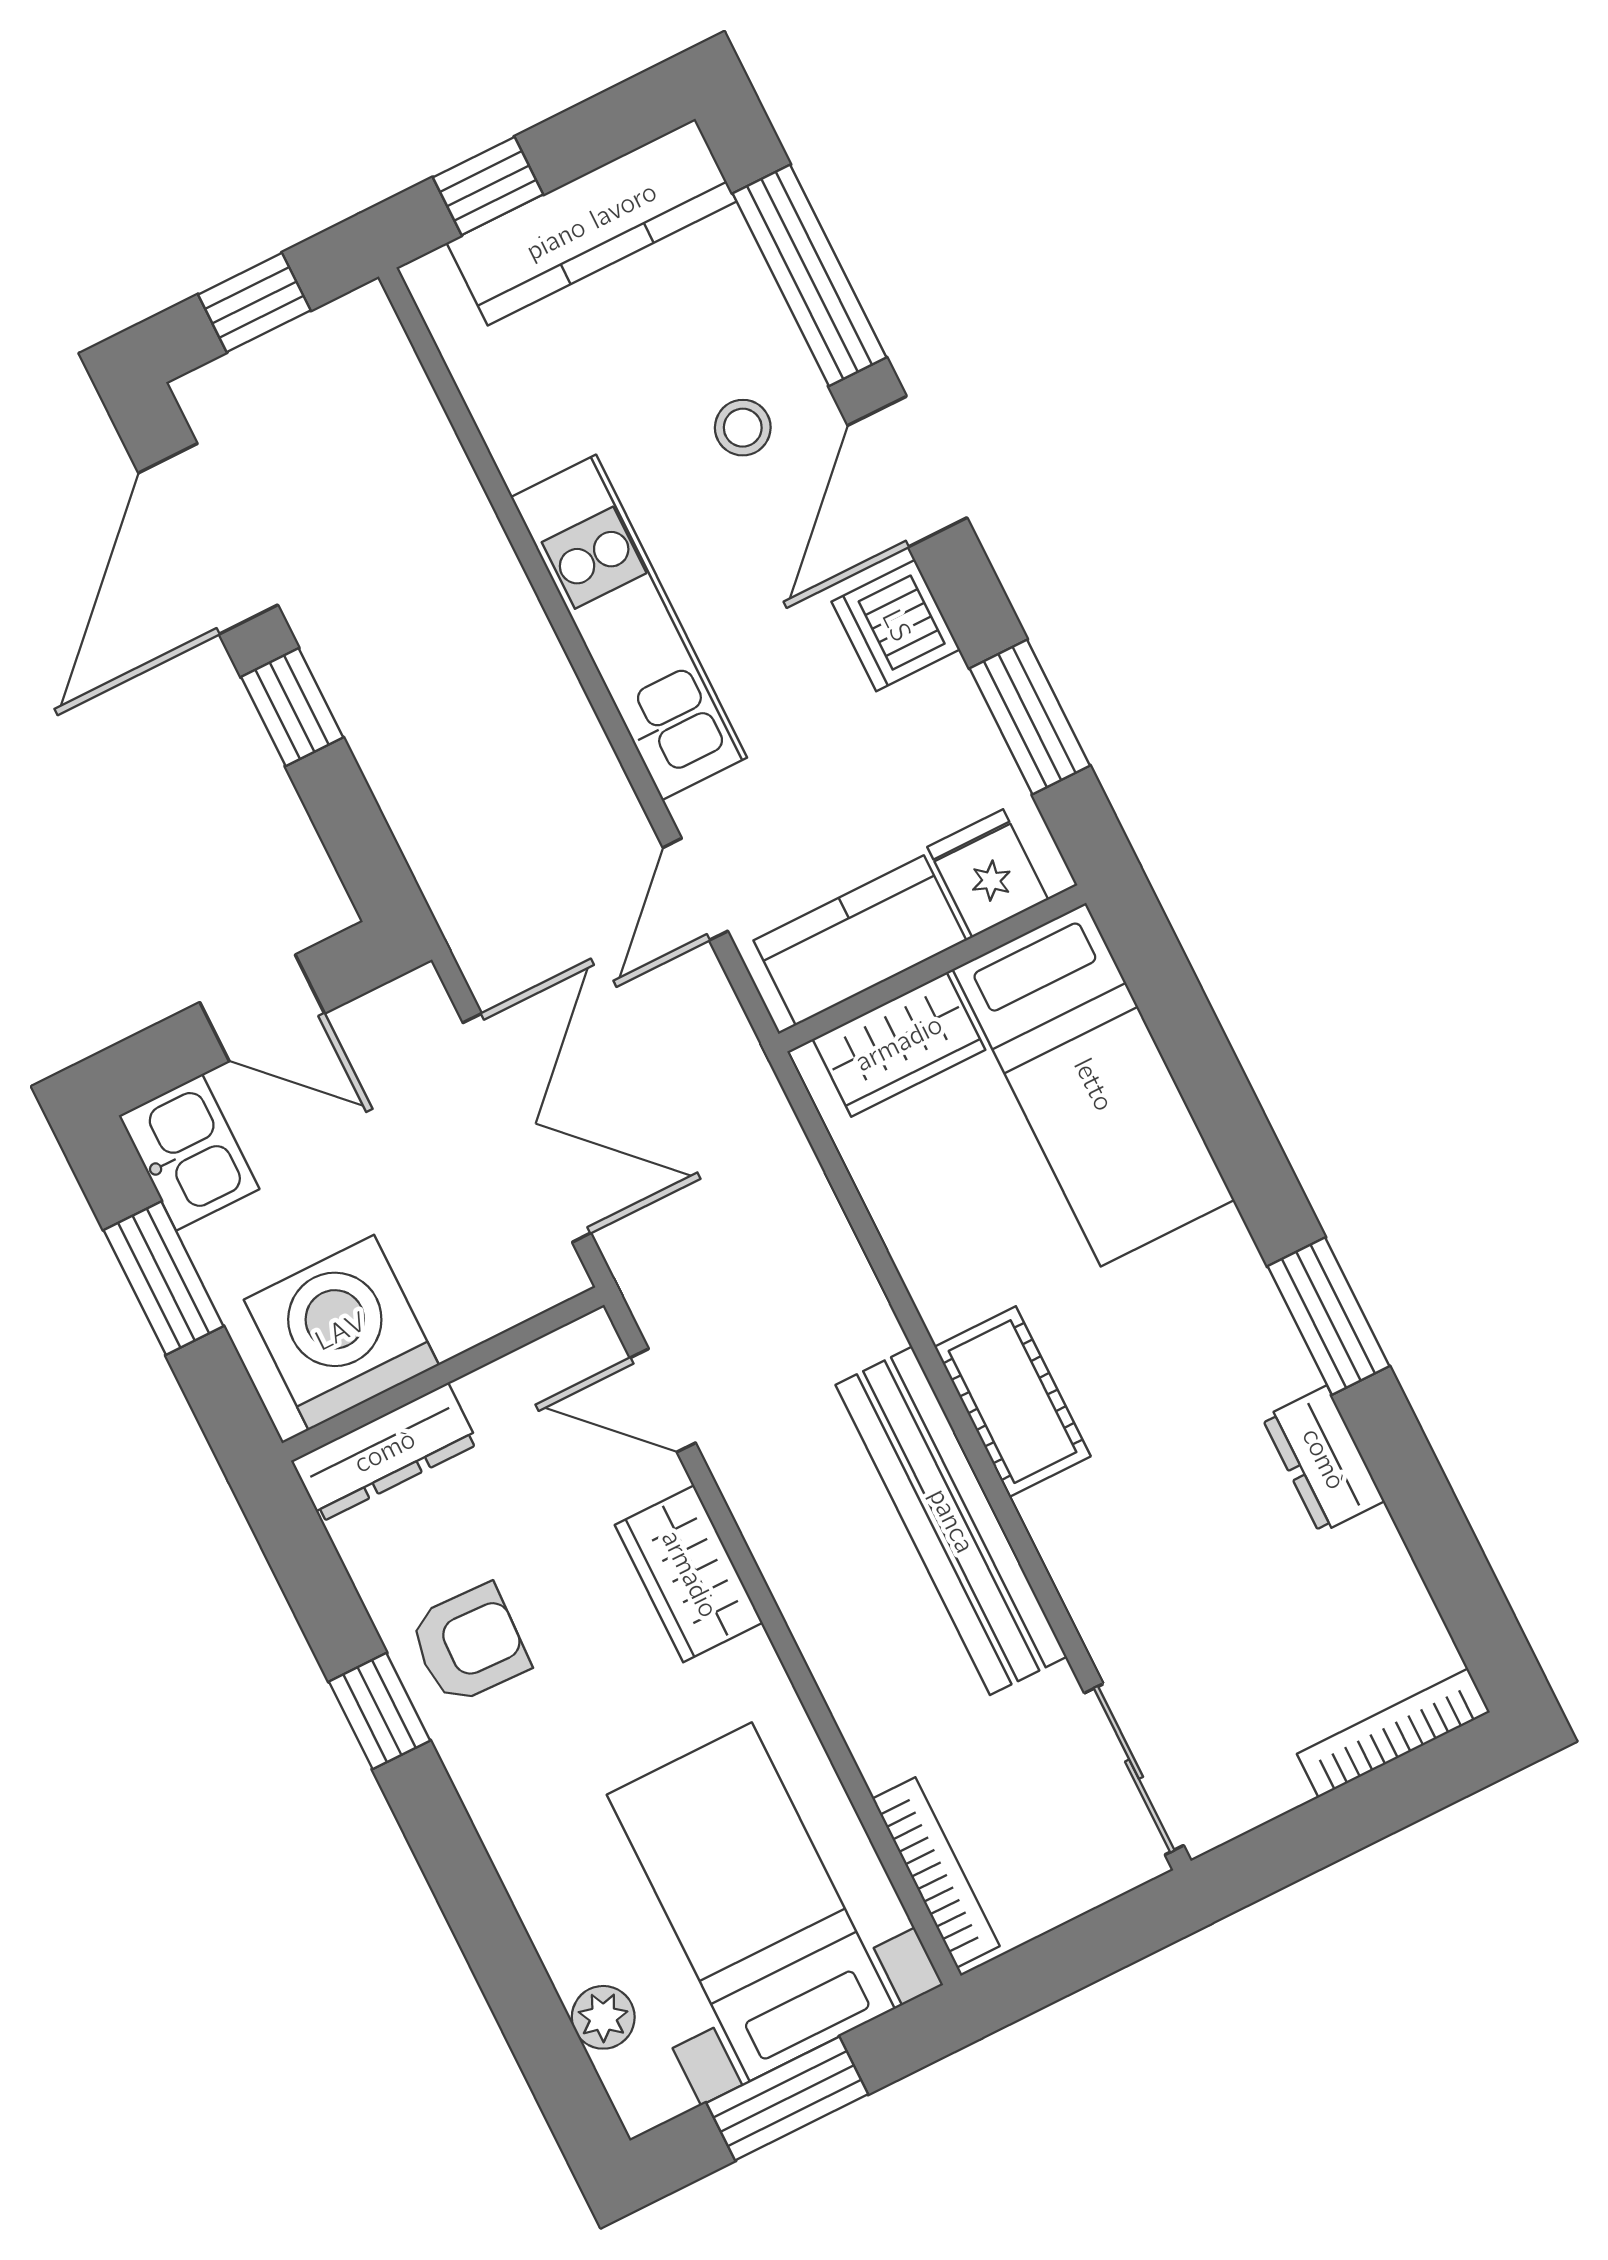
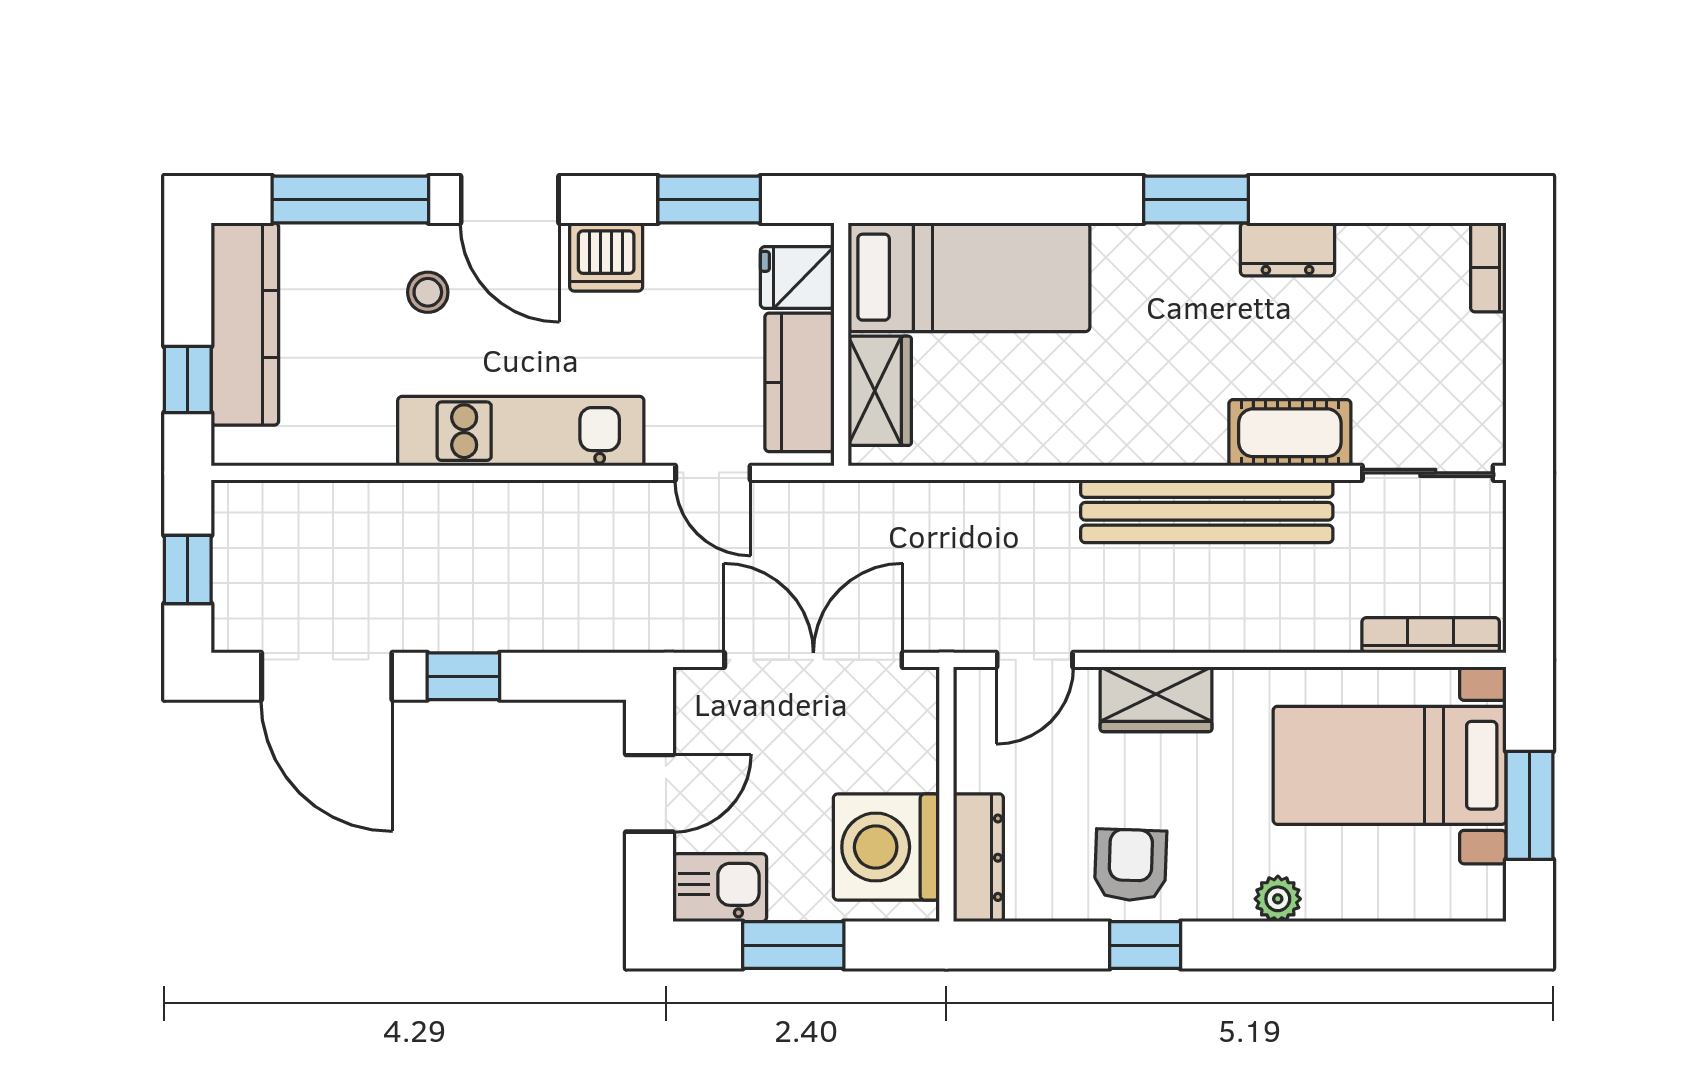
cot: (1013, 1402) -> (1290, 433), moved
bookcase: (1393, 1733) -> (1488, 267), width x0.64
plant: (603, 2017) -> (1278, 899), moved

